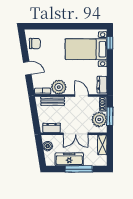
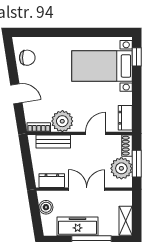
door: (82, 95) -> (96, 133), hinge flipped
double door: (76, 134) -> (87, 189), swing flipped
shelving: (102, 145) -> (126, 221), moved

